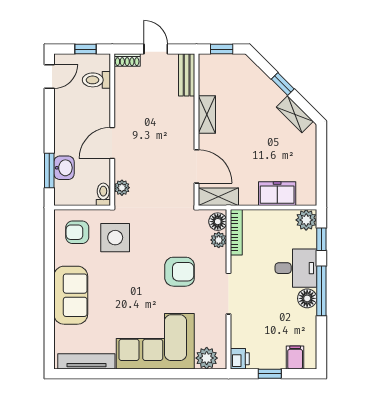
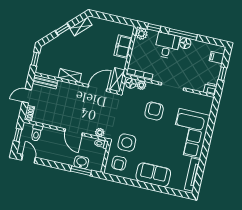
plant: (207, 358) -> (206, 107), removed

